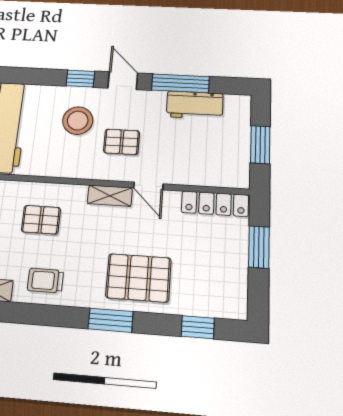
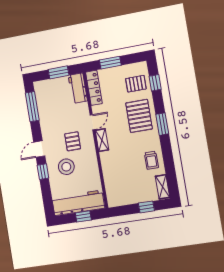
window: (180, 83) -> (32, 107), moved
workbench: (195, 105) -> (78, 88), moved, turned 180
pallet: (41, 220) -> (136, 84), moved, turned 90

